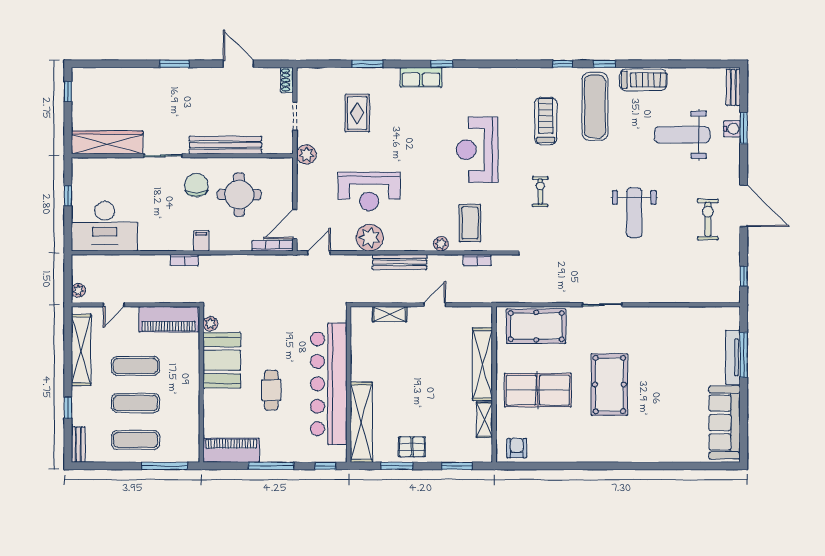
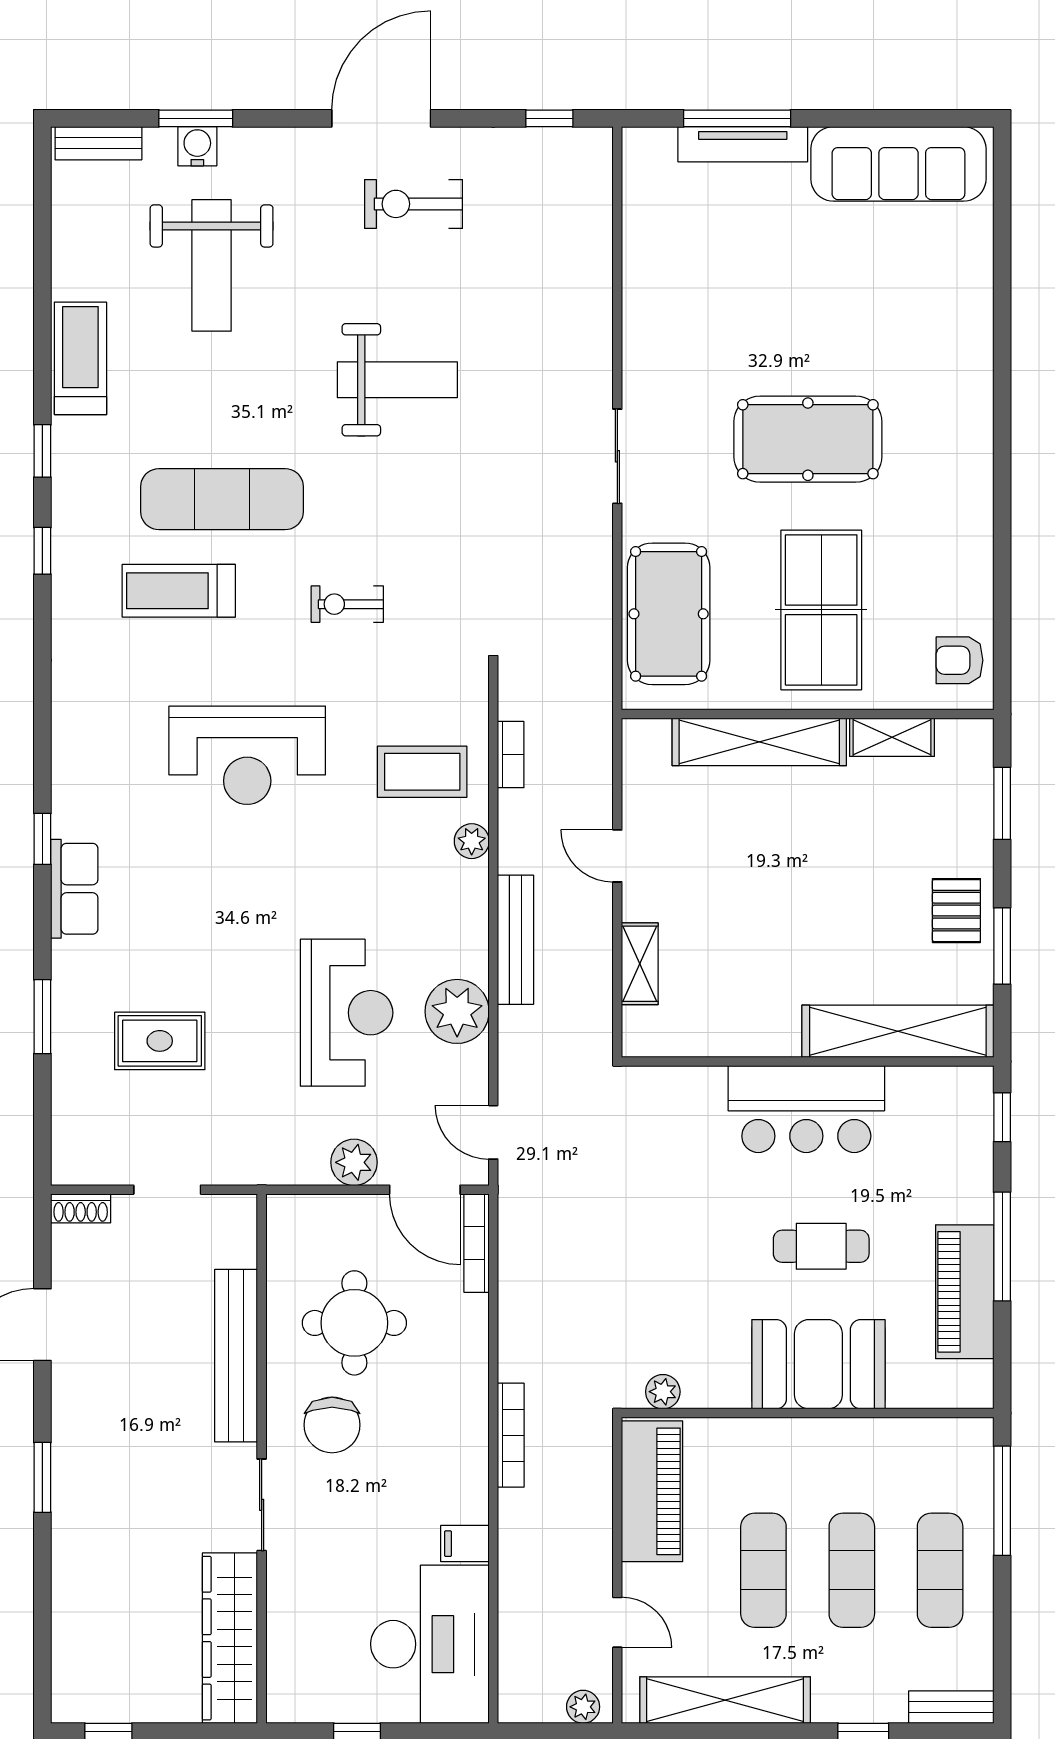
exercise mat: (595, 106) -> (222, 499), moved
plant: (306, 154) -> (354, 1162), moved
chair: (196, 185) -> (332, 1425), turned -90
filing cabinet: (201, 241) -> (465, 1544), moved
bookcase: (184, 260) -> (511, 1435), width x1.56
booth: (222, 360) -> (818, 1364), moved
bar counter: (329, 384) -> (806, 1109), width x0.54
piano: (231, 450) -> (965, 1292), moved

